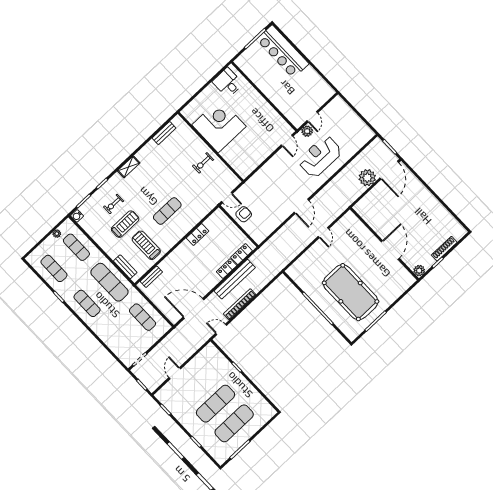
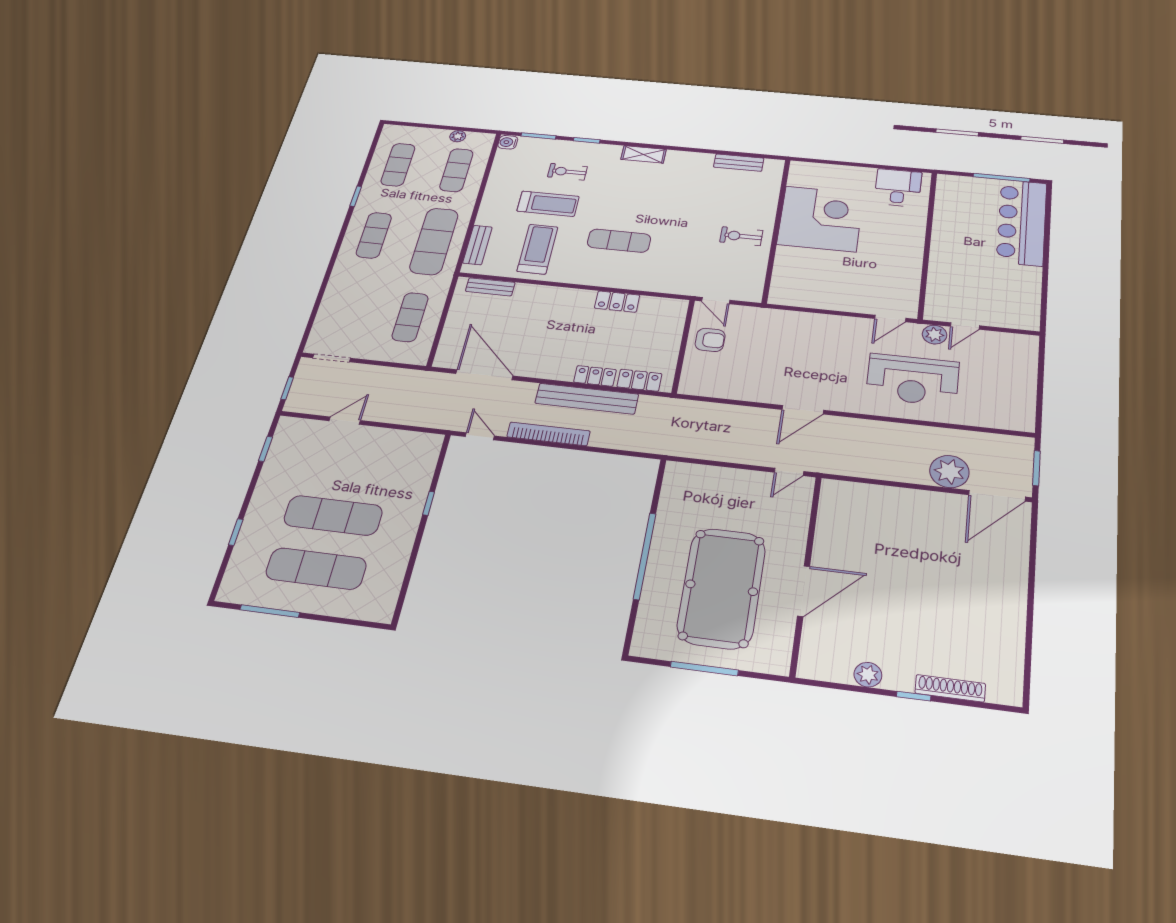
reception desk: (320, 157) -> (913, 380), turned 180
wall: (384, 244) -> (806, 574), moved
door: (390, 250) -> (804, 591), moved

